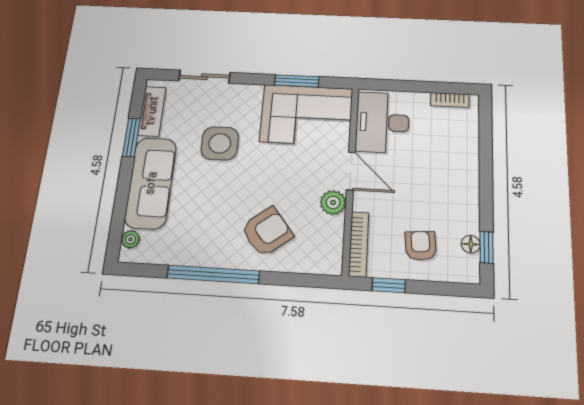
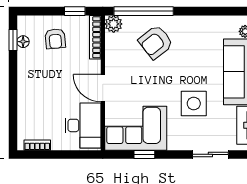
window: (297, 81) -> (144, 154), width x0.67
plant: (333, 202) -> (114, 24), moved
window: (213, 274) -> (144, 11), moved

